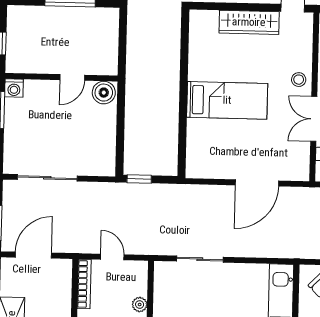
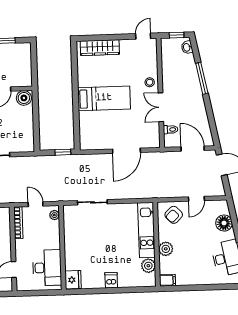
wardrobe: (249, 22) -> (100, 48), moved
window: (139, 179) -> (63, 152), moved
plant: (140, 305) -> (54, 215), moved

